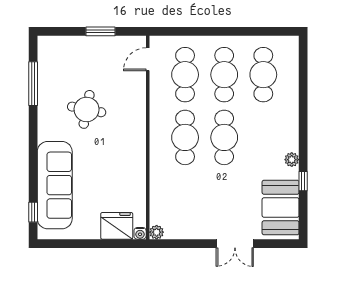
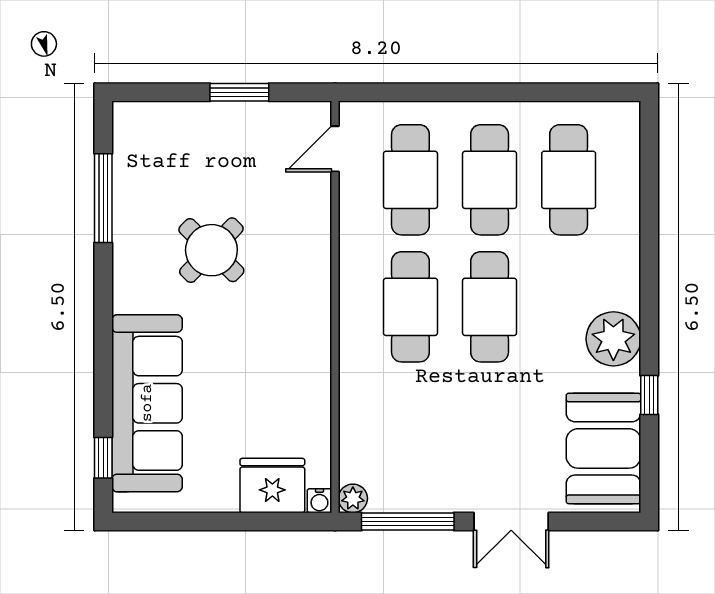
round table: (87, 109) -> (211, 250), turned 33
plant: (292, 160) -> (613, 339), width x1.88, depth x1.88
window: (184, 244) -> (408, 521), added

